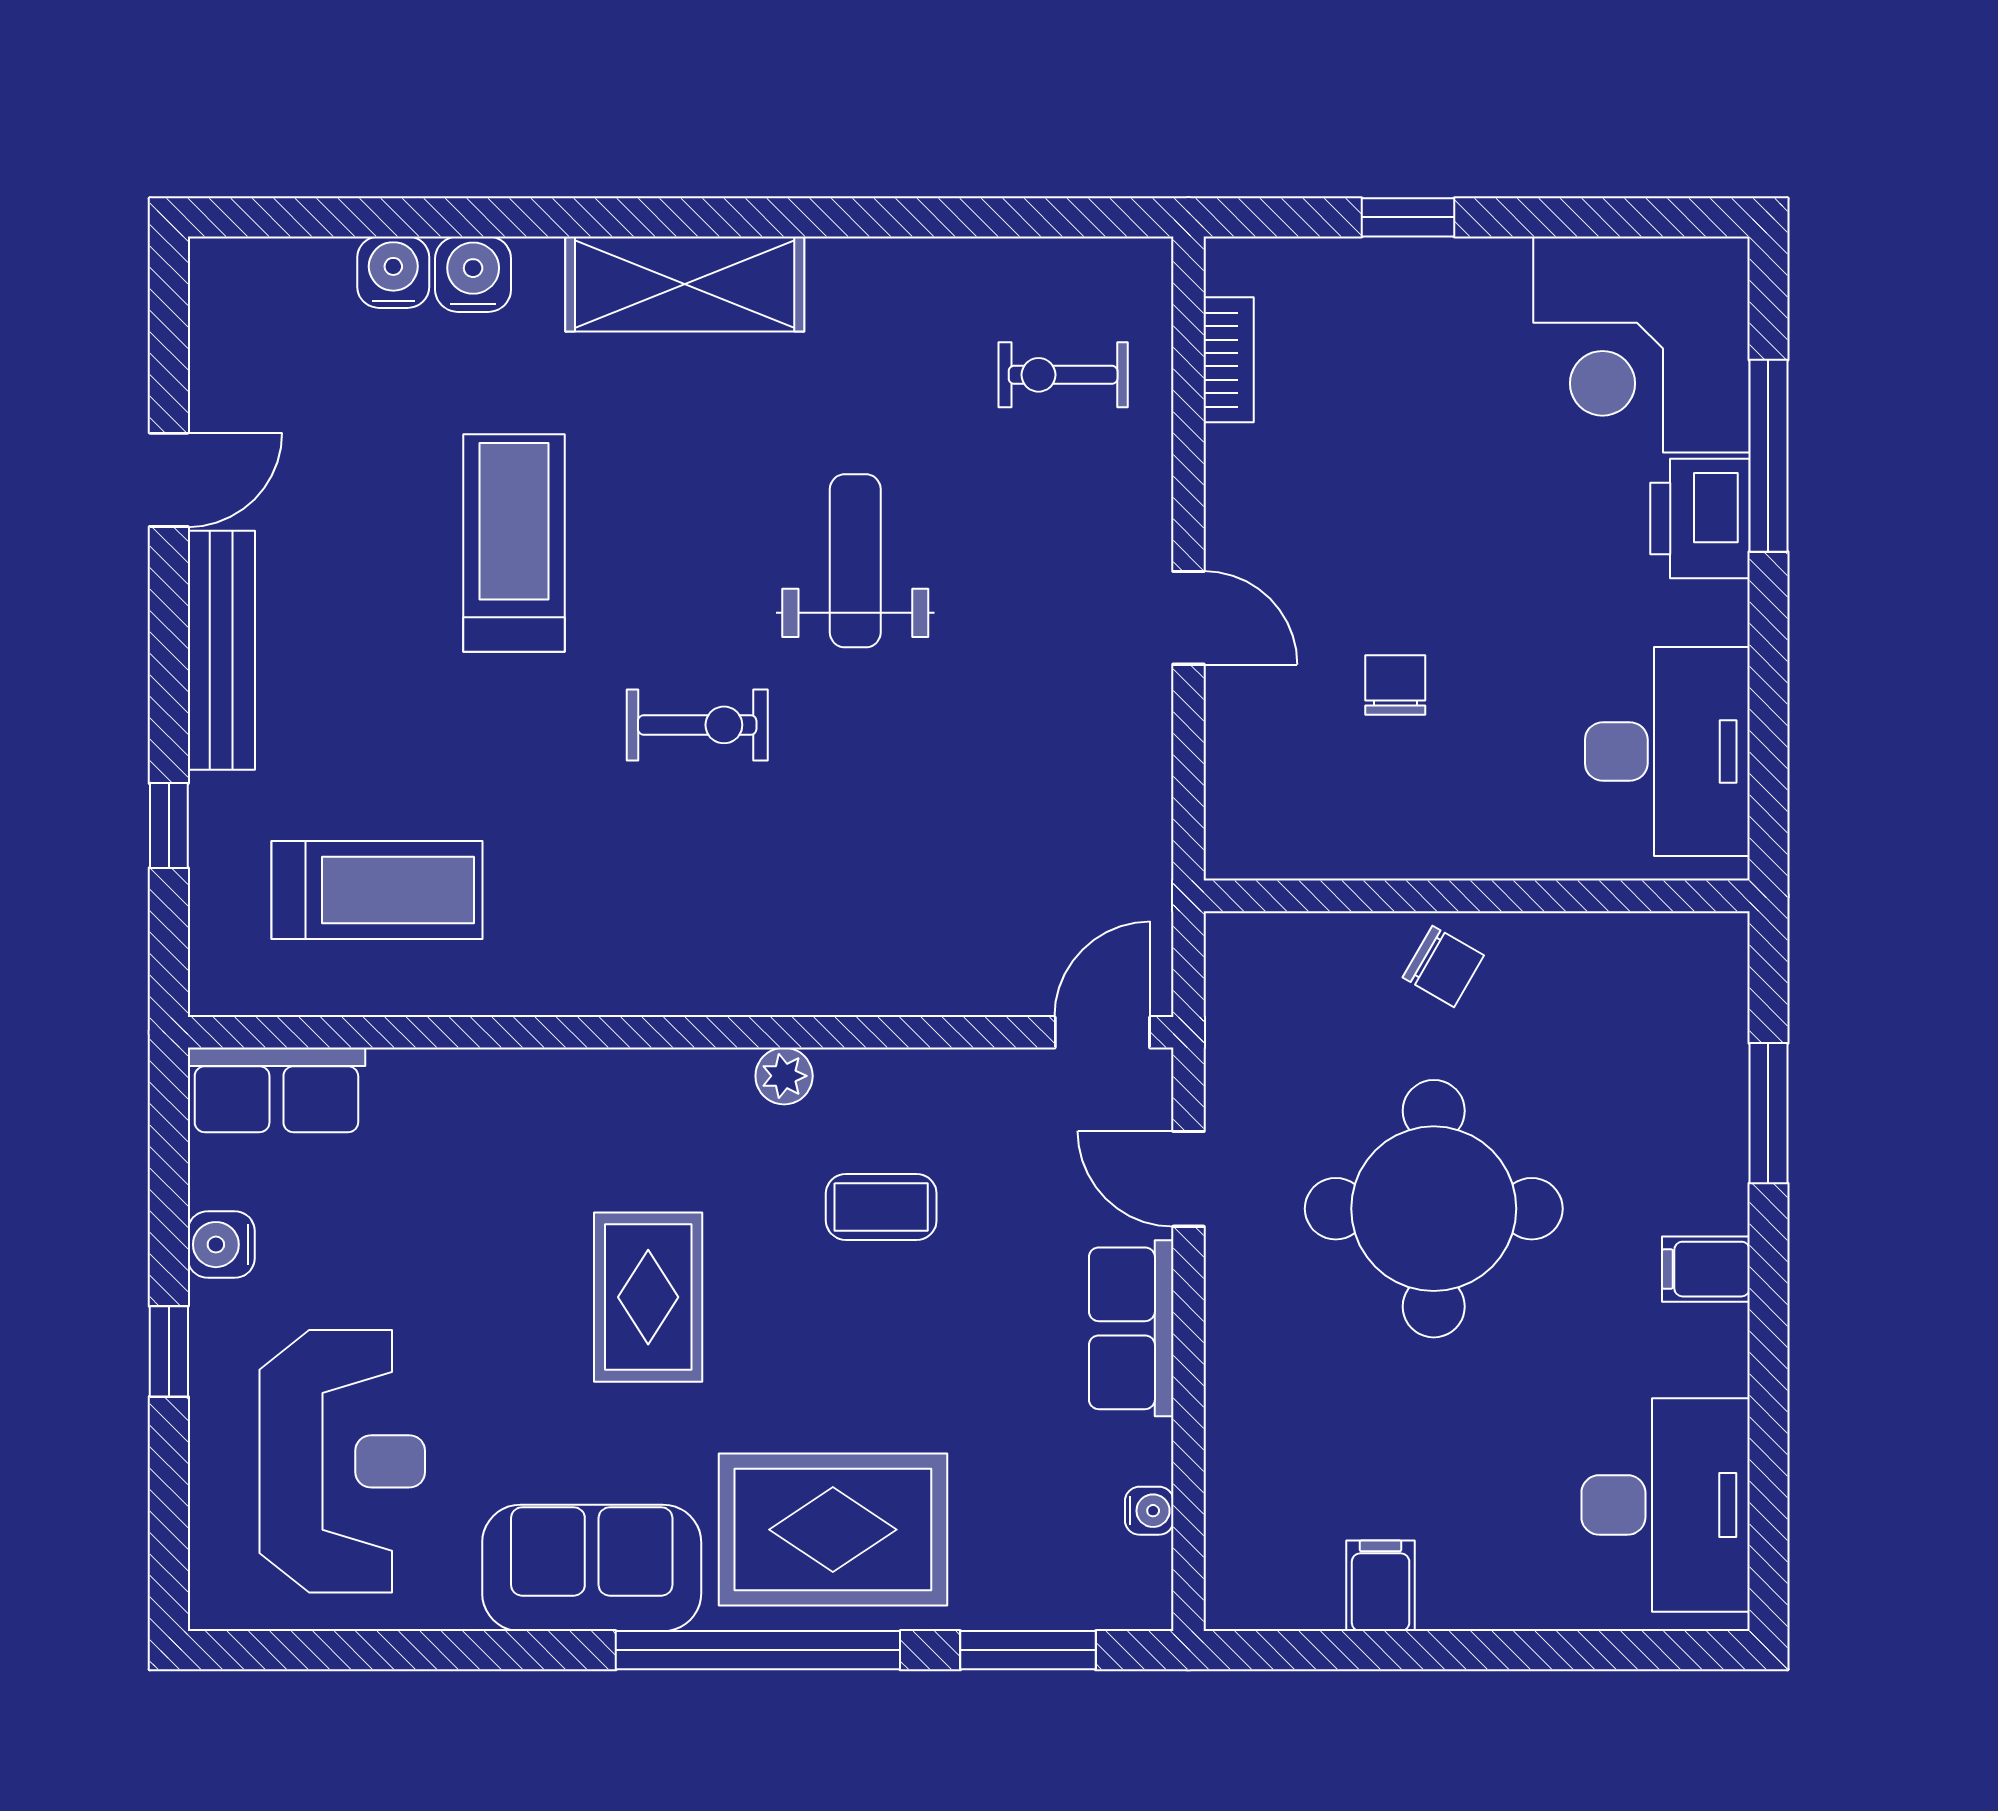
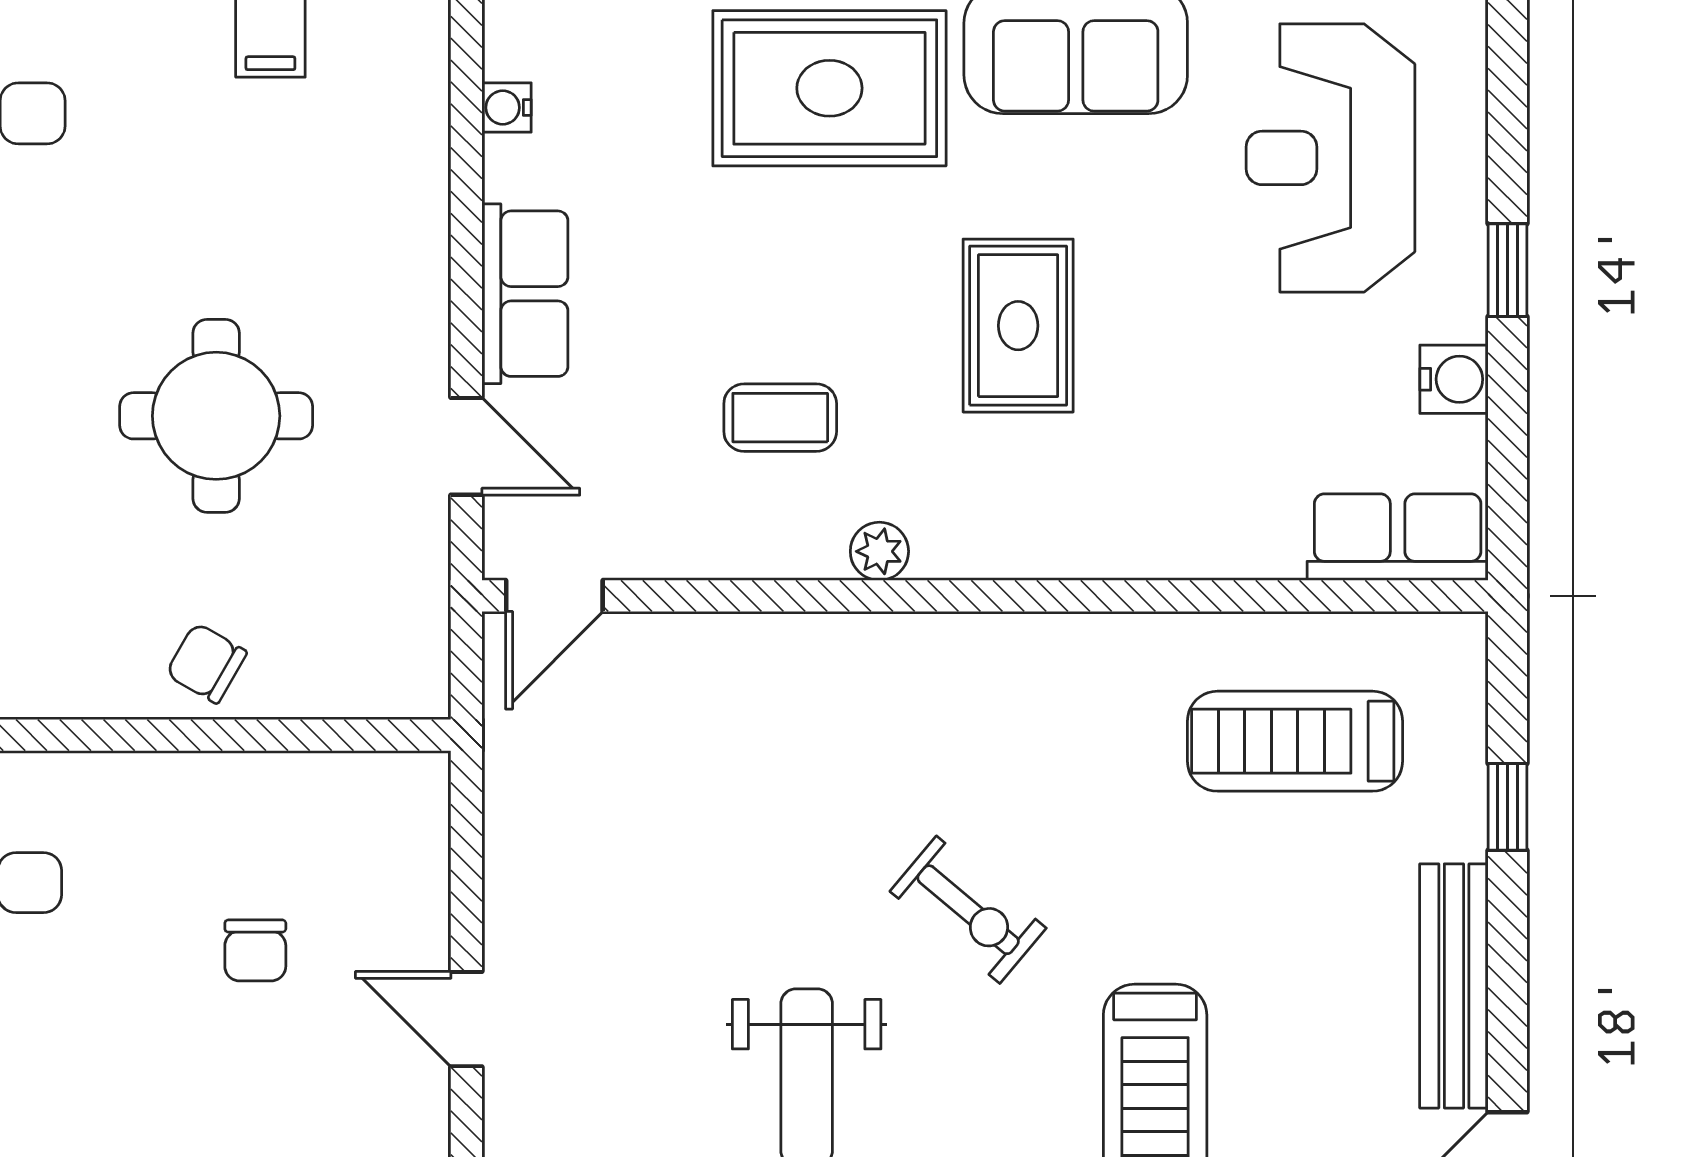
exercise bike: (697, 725) -> (968, 910), turned -140
round table: (1434, 1209) -> (216, 416), width x0.73, depth x0.73

